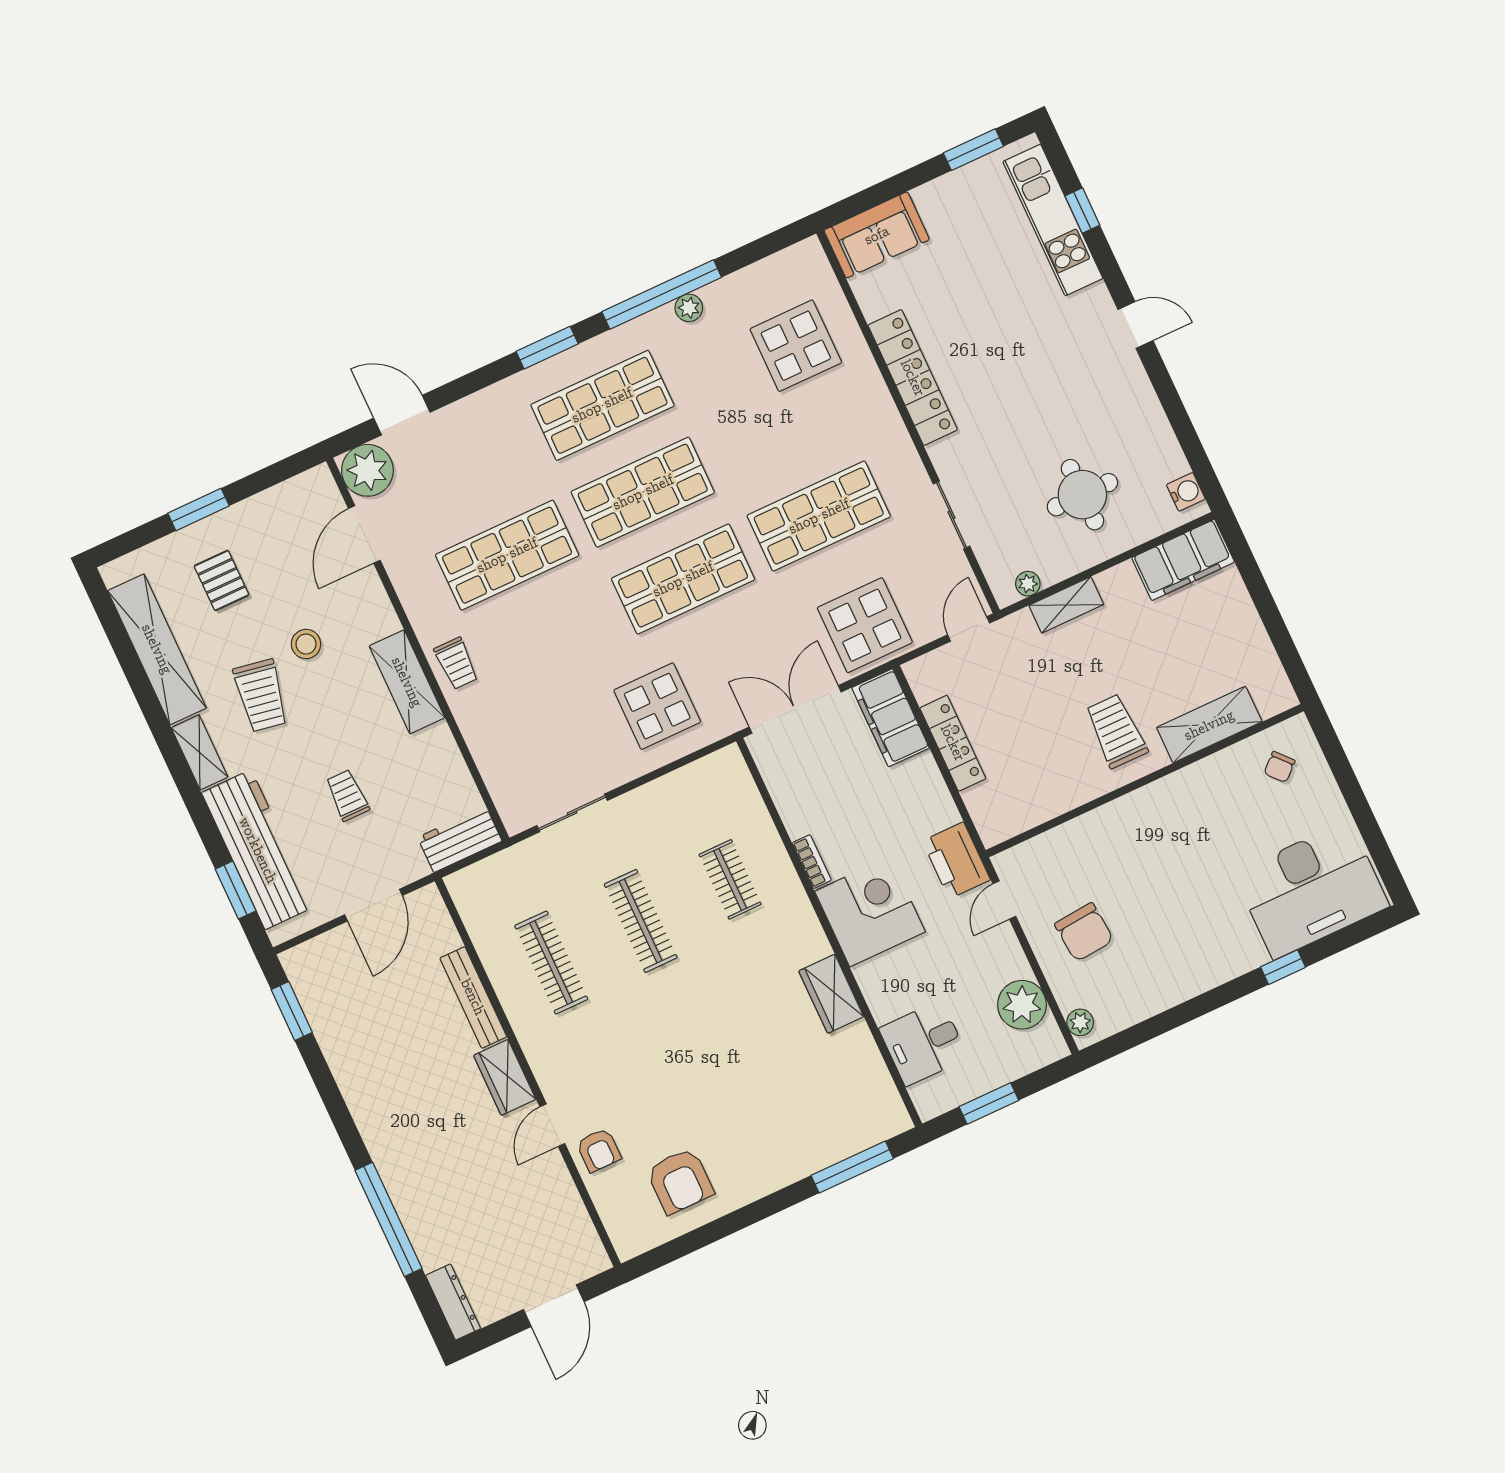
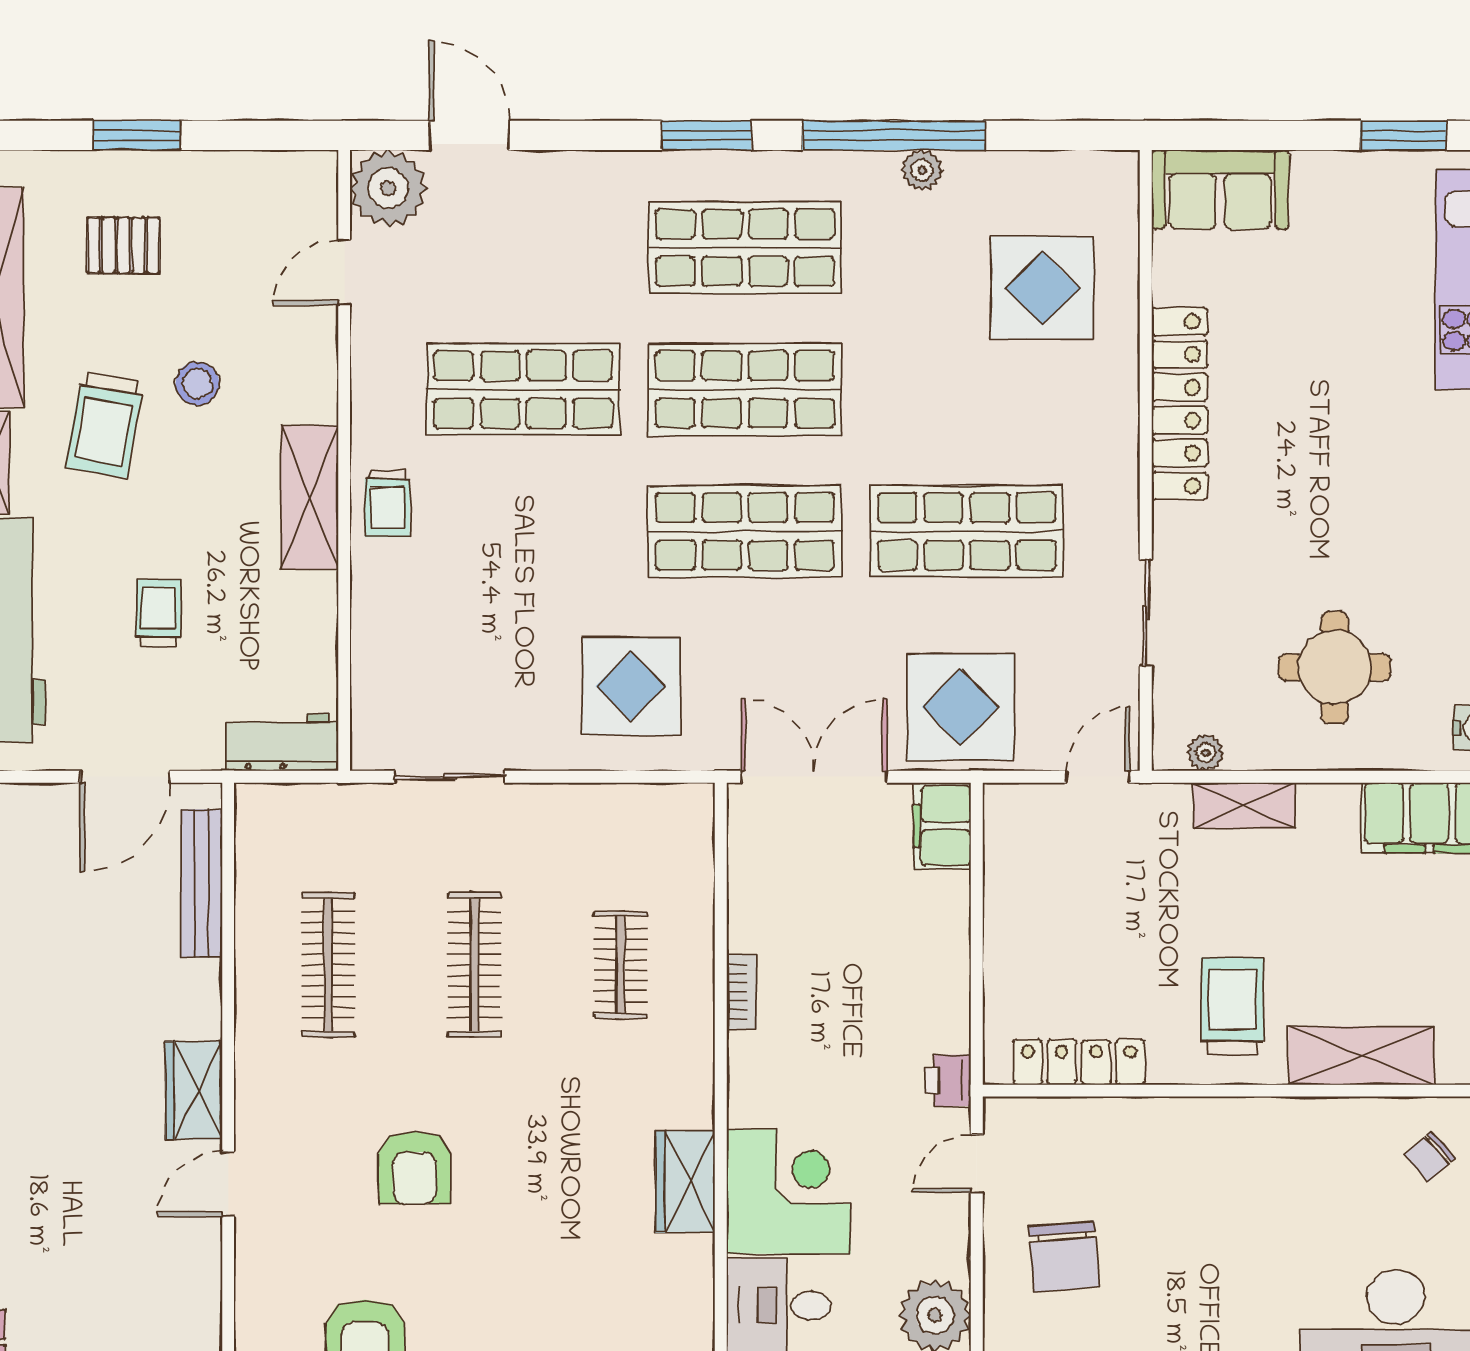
door: (364, 534) -> (344, 272), width x0.73
pallet: (221, 580) -> (123, 245), turned 90
filing cabinet: (891, 718) -> (942, 826), width x0.67, depth x0.86
locker: (953, 743) -> (1079, 1062), moved, turned -90
printer: (956, 860) -> (948, 1080), width x0.53, depth x0.68
corner desk: (870, 911) -> (789, 1191), moved
bench: (473, 997) -> (202, 883), moved
armchair: (599, 1150) -> (415, 1168), moved, width x1.38, depth x1.38

